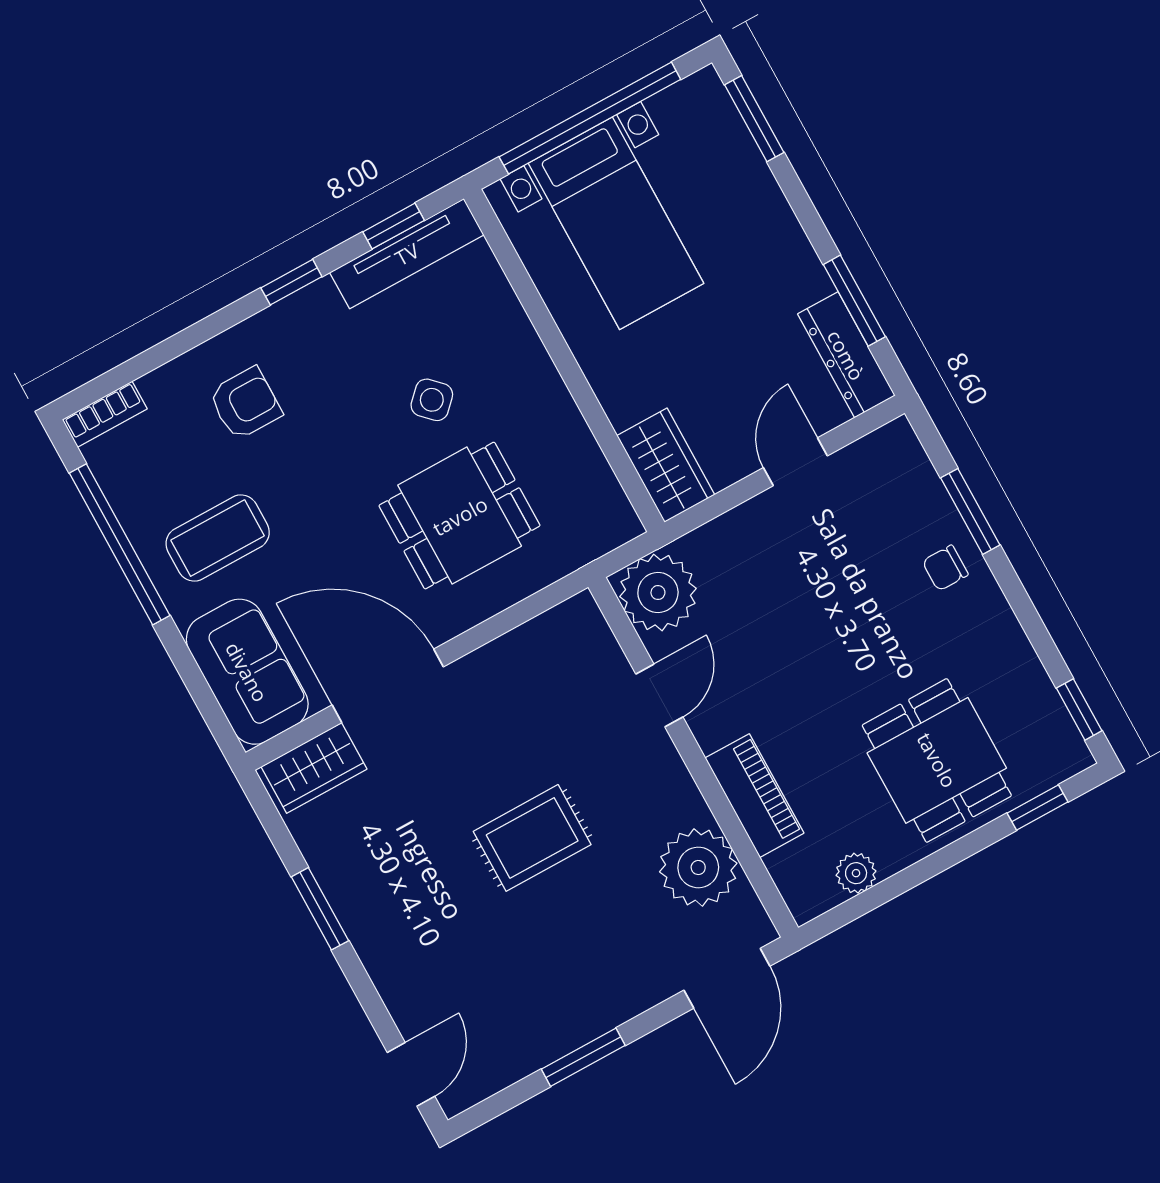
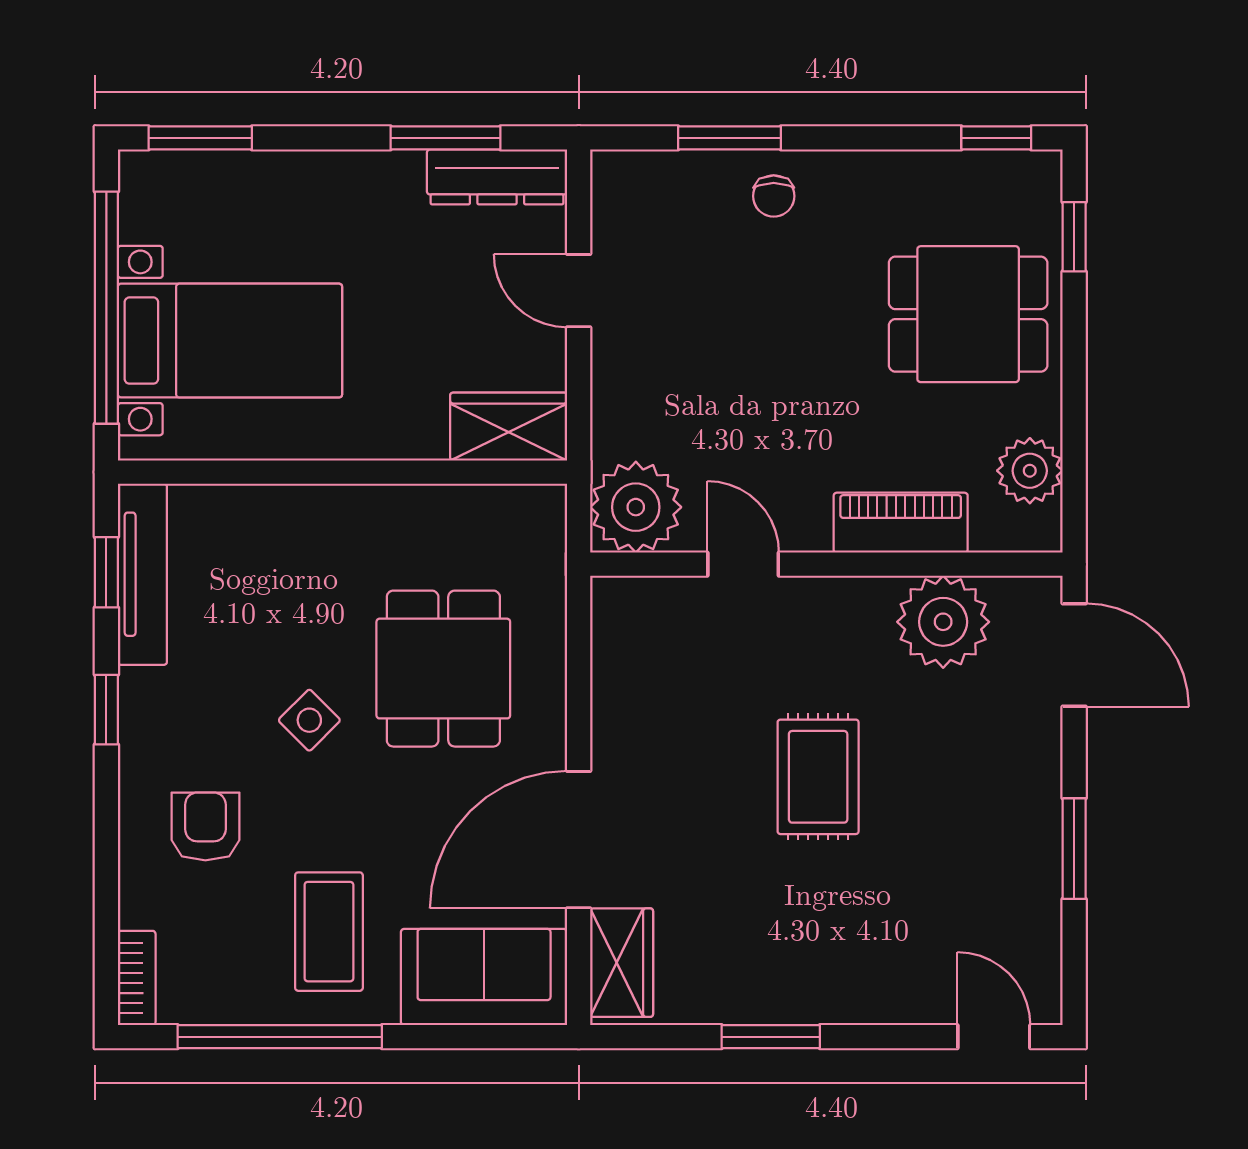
side table: (432, 400) -> (309, 720), moved
plant: (856, 873) -> (1030, 471), width x1.38, depth x1.38

